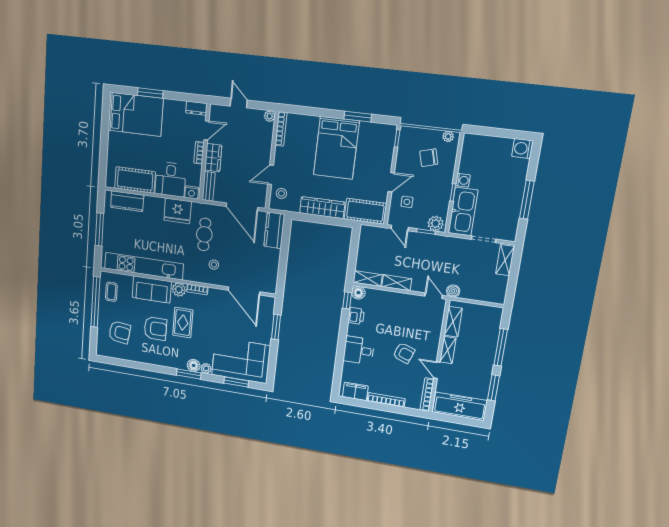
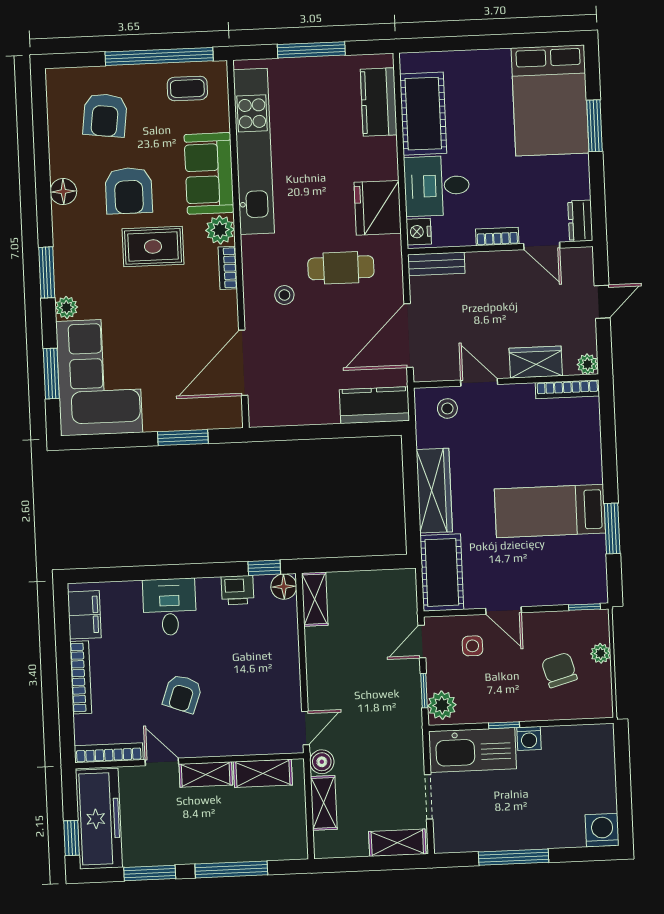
plant: (448, 136) -> (601, 653), moved
bed: (336, 148) -> (550, 511), width x0.67
wardrobe: (213, 158) -> (536, 362), moved, turned 180
shelving: (397, 283) -> (324, 803), moved
floor lamp: (194, 365) -> (63, 192), moved
door: (437, 370) -> (162, 762), hinge flipped
window: (467, 421) -> (71, 838), added

